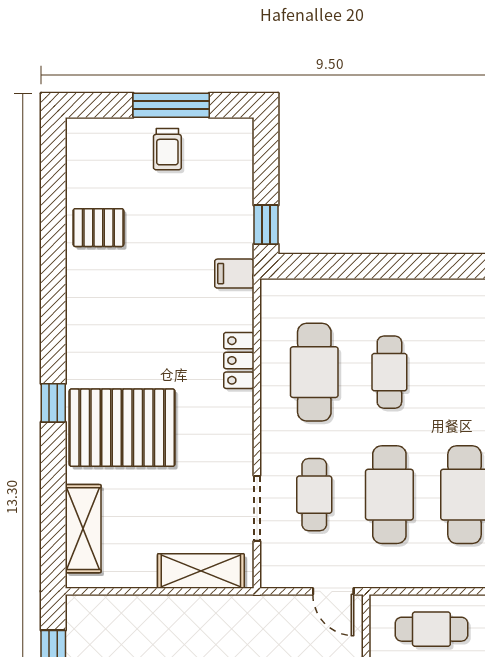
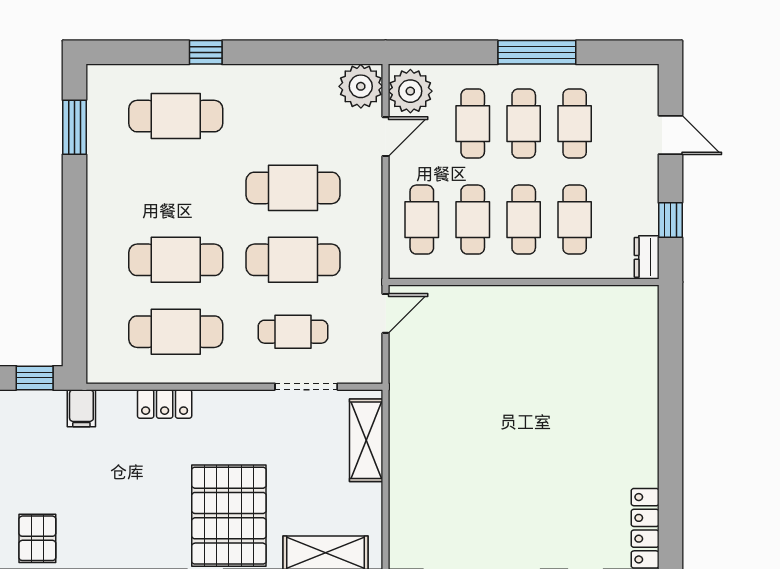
cafe table: (389, 372) -> (176, 260), width x1.37, depth x1.35

